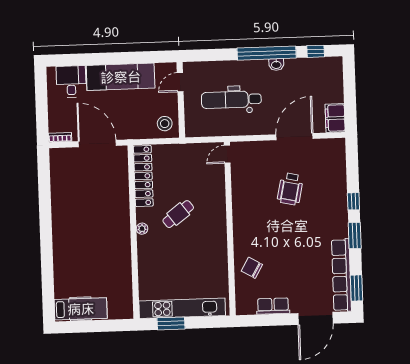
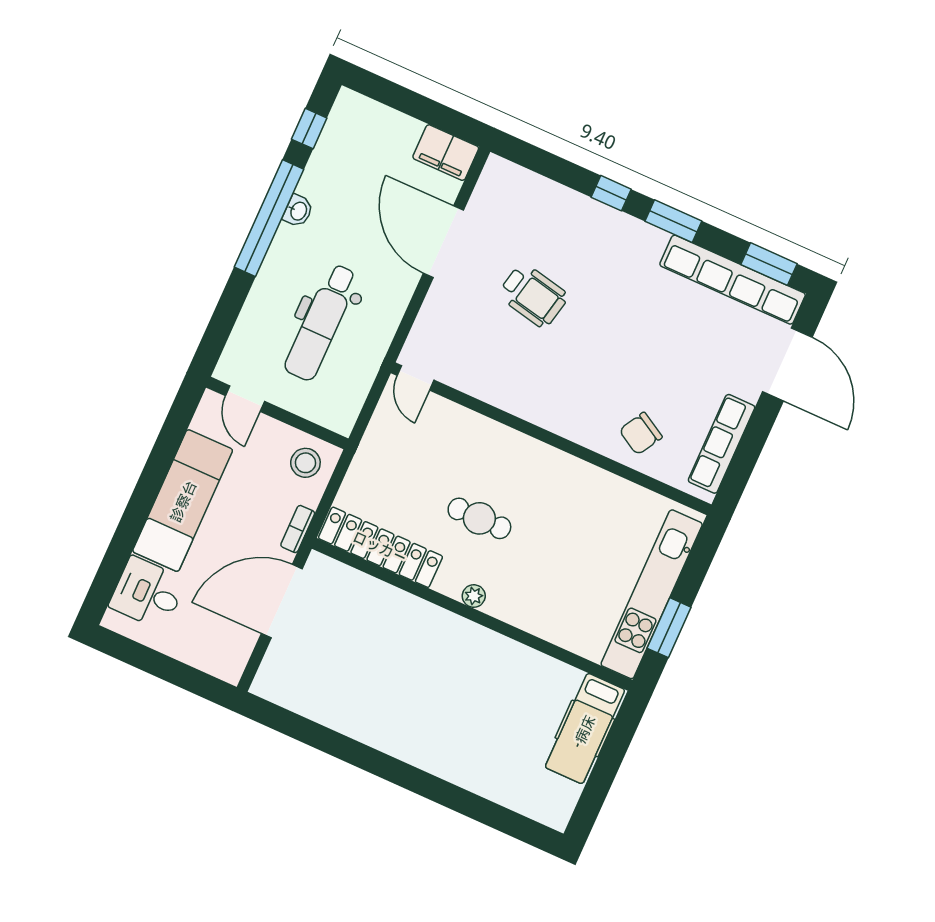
bookcase: (60, 137) -> (298, 529), moved
cafe table: (178, 214) -> (479, 518), turned -53
row of seats: (273, 306) -> (722, 444), width x1.48
hospital bed: (81, 309) -> (585, 729), moved, turned 180

